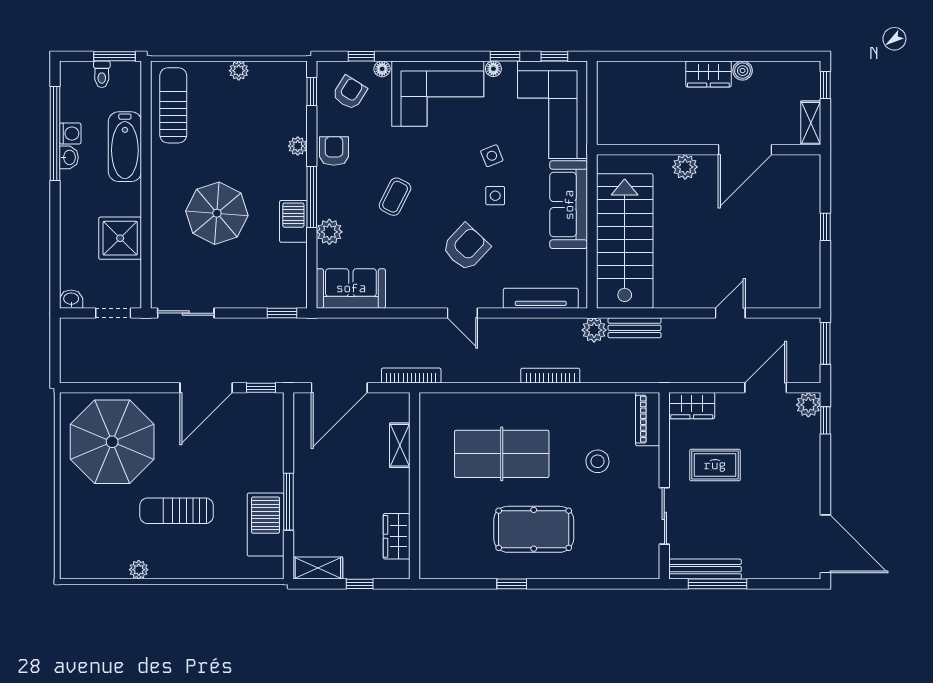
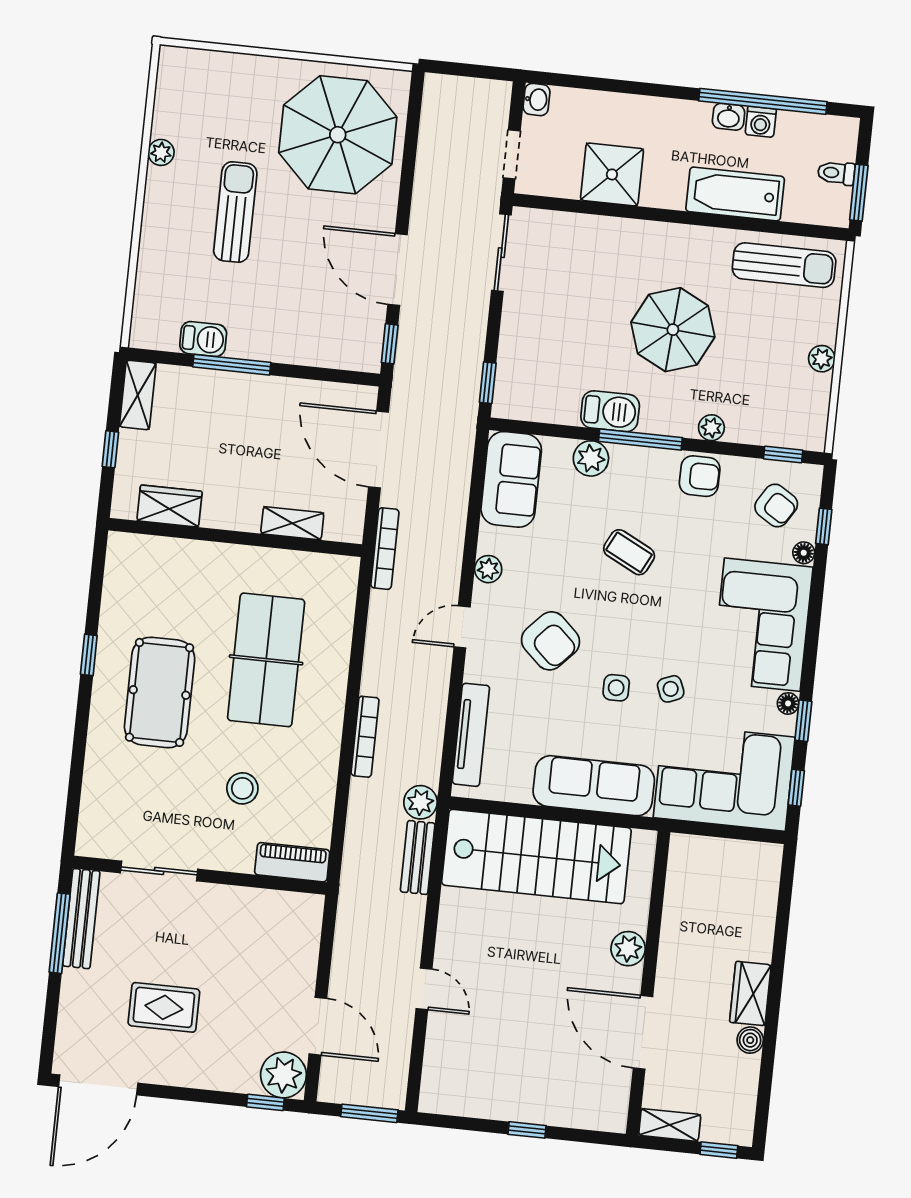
parasol: (217, 213) -> (673, 330), moved
plant: (418, 298) -> (488, 569), added
plant: (808, 405) -> (283, 1075), width x1.36, depth x1.36
wardrobe: (692, 406) -> (304, 924), removed
rug: (715, 465) -> (164, 1007), moved, turned 90
barbecue: (266, 525) -> (203, 339), width x0.53, depth x0.65

